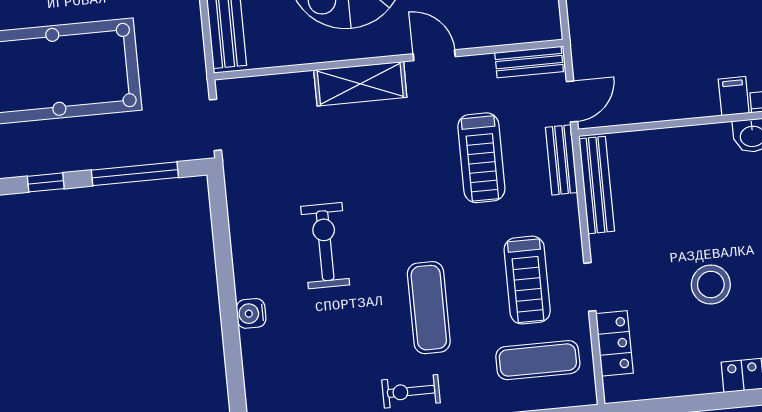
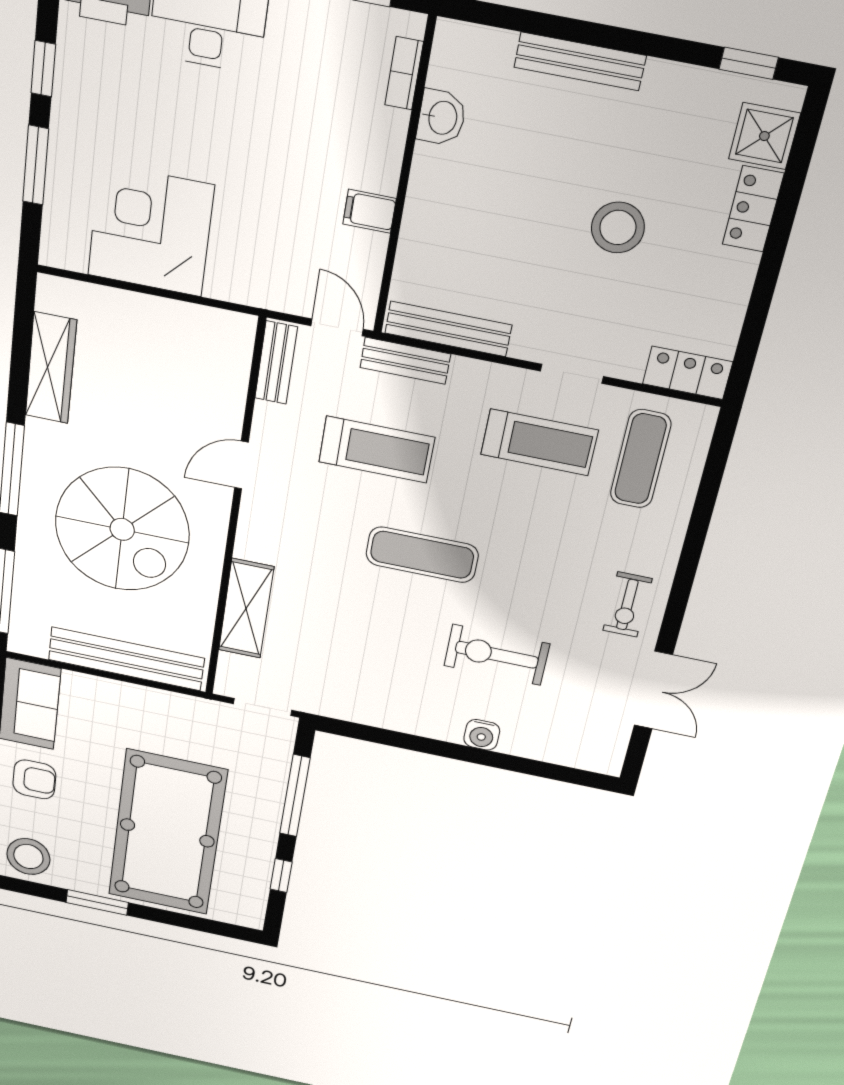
shelving: (360, 84) -> (246, 609), moved
filing cabinet: (734, 96) -> (370, 211), moved
exercise bike: (325, 246) -> (497, 655), moved
exercise mat: (429, 308) -> (422, 555), moved
locker: (614, 343) -> (688, 373), moved

